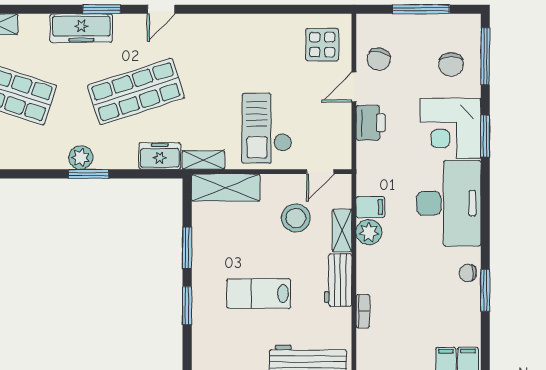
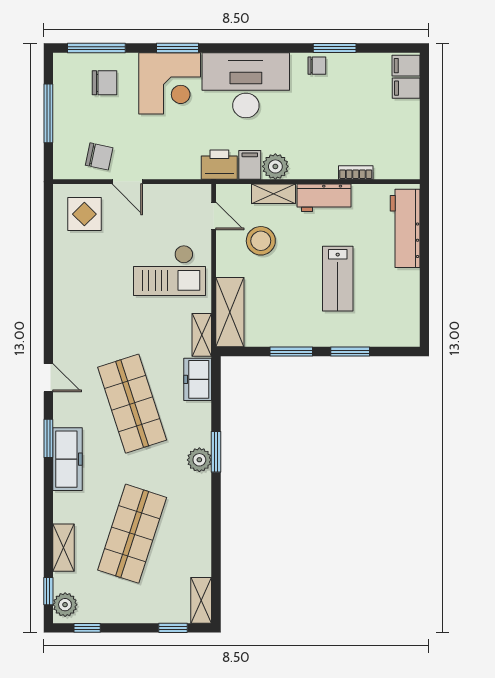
printer: (371, 123) -> (219, 165), moved
chair: (468, 273) -> (317, 66), turned -90

